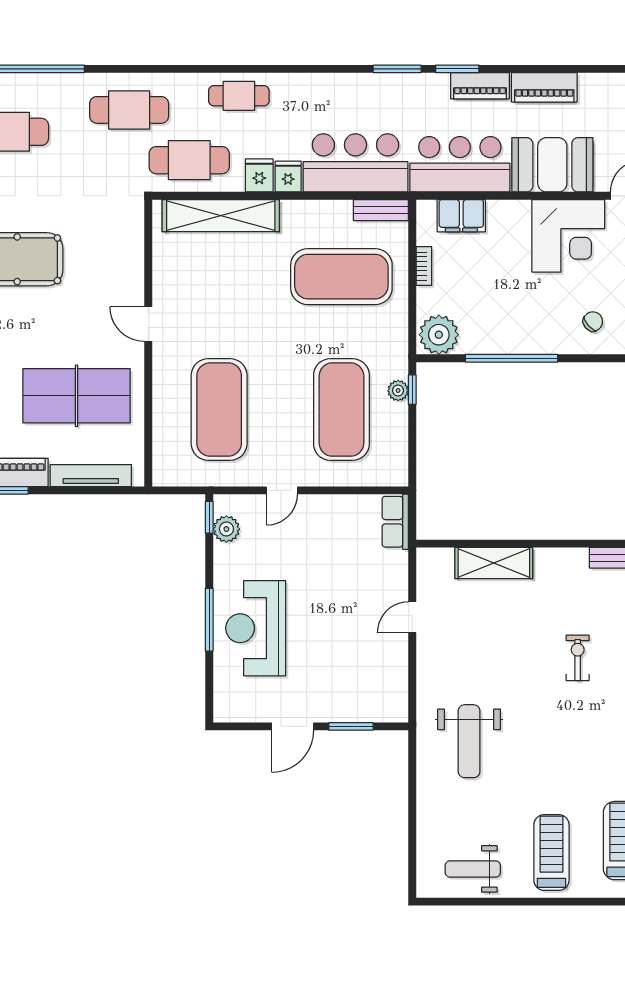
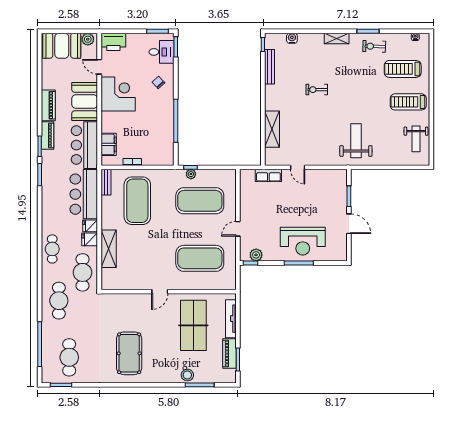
shelving: (221, 216) -> (109, 249), width x0.68
plant: (439, 335) -> (165, 155), removed
door: (282, 490) -> (238, 229), swing flipped
row of seats: (395, 522) -> (268, 175), moved
weight bench: (469, 741) -> (356, 141), turned -90

